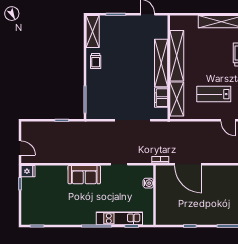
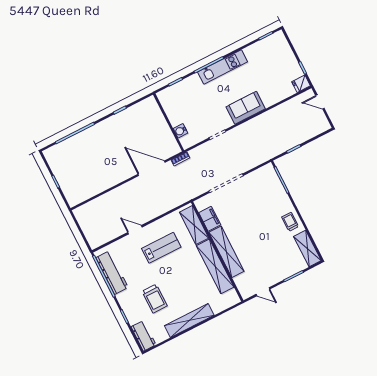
kitchen unit: (119, 218) -> (223, 67), moved

